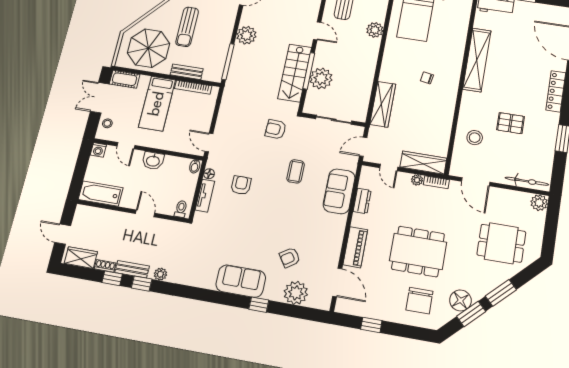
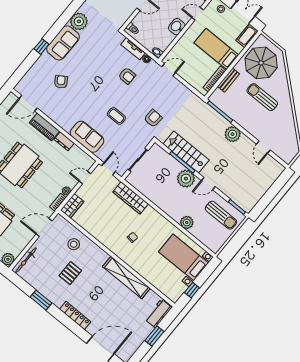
plant: (321, 78) -> (186, 179), moved
wardrobe: (423, 163) -> (72, 206), width x0.67
dresser: (362, 201) -> (64, 141), moved
plant: (296, 293) -> (79, 21), moved

